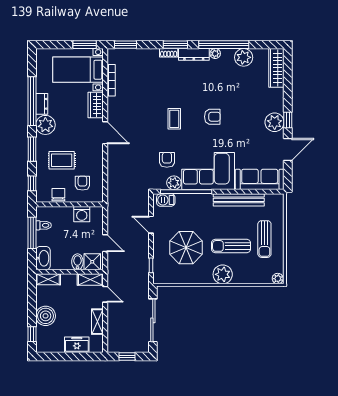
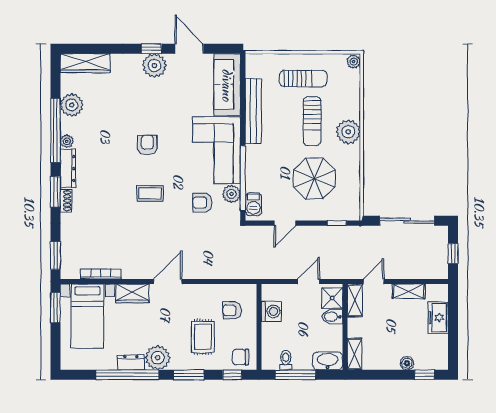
chair: (58, 195) -> (241, 357), moved
boiler: (46, 316) -> (407, 363), width x0.54, depth x0.54

